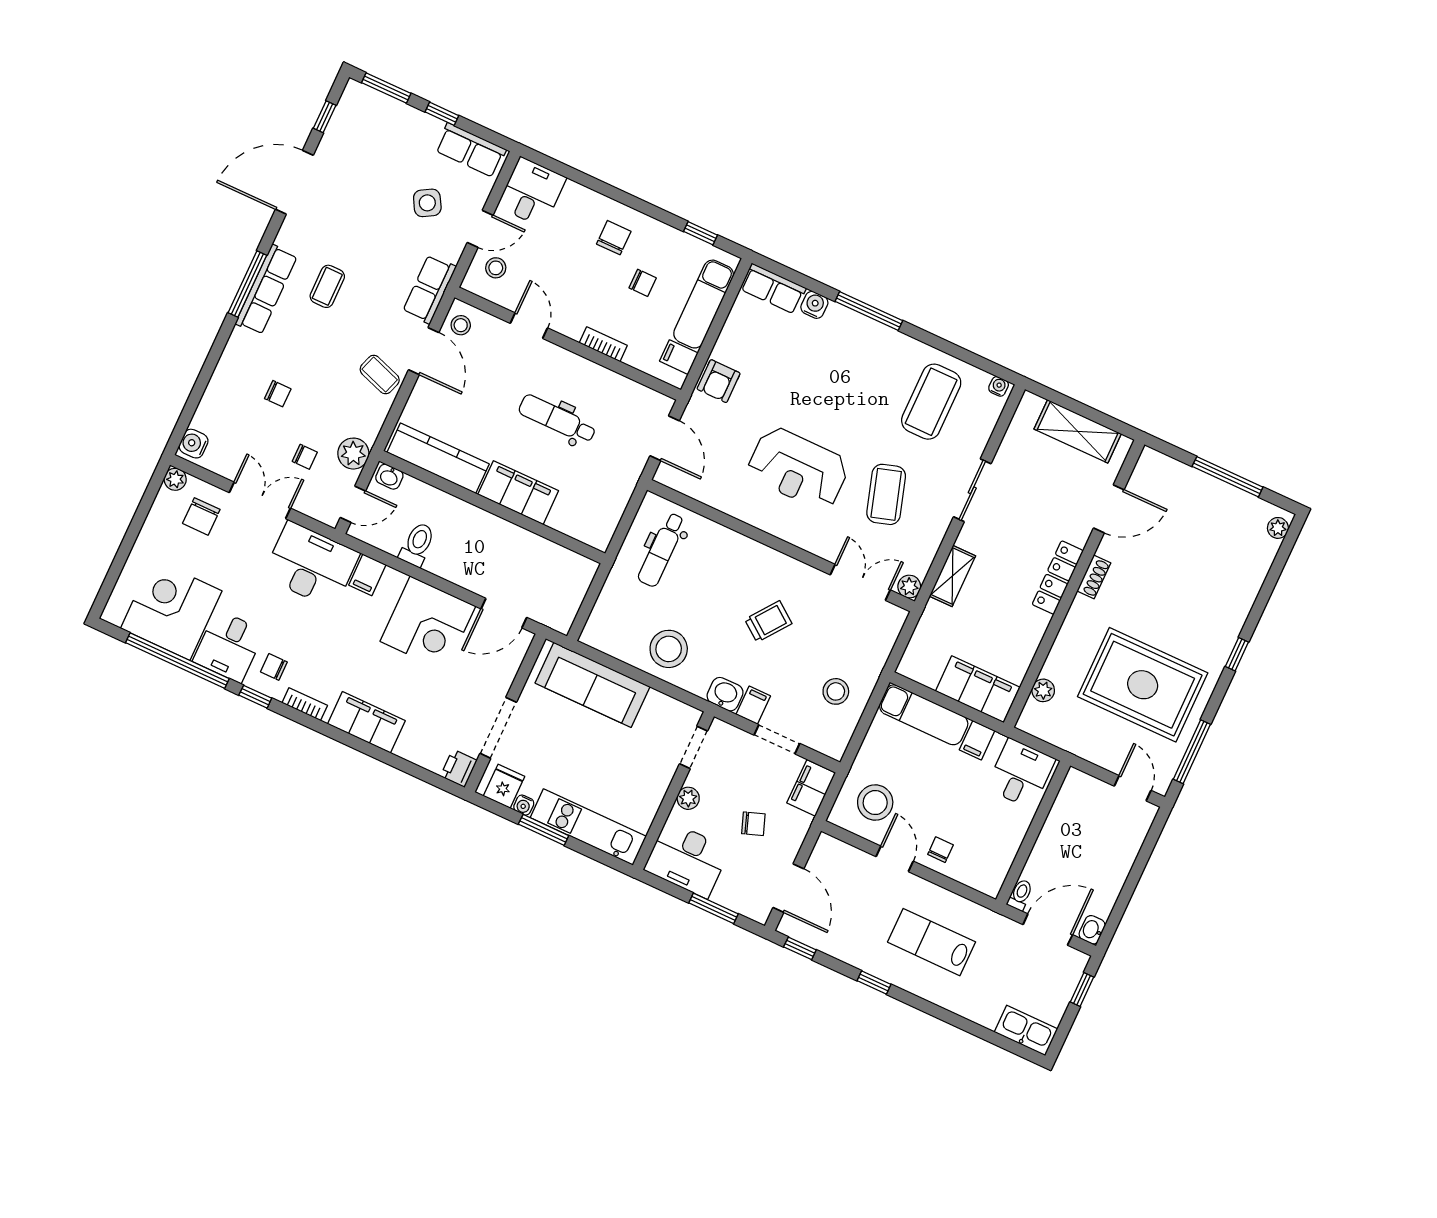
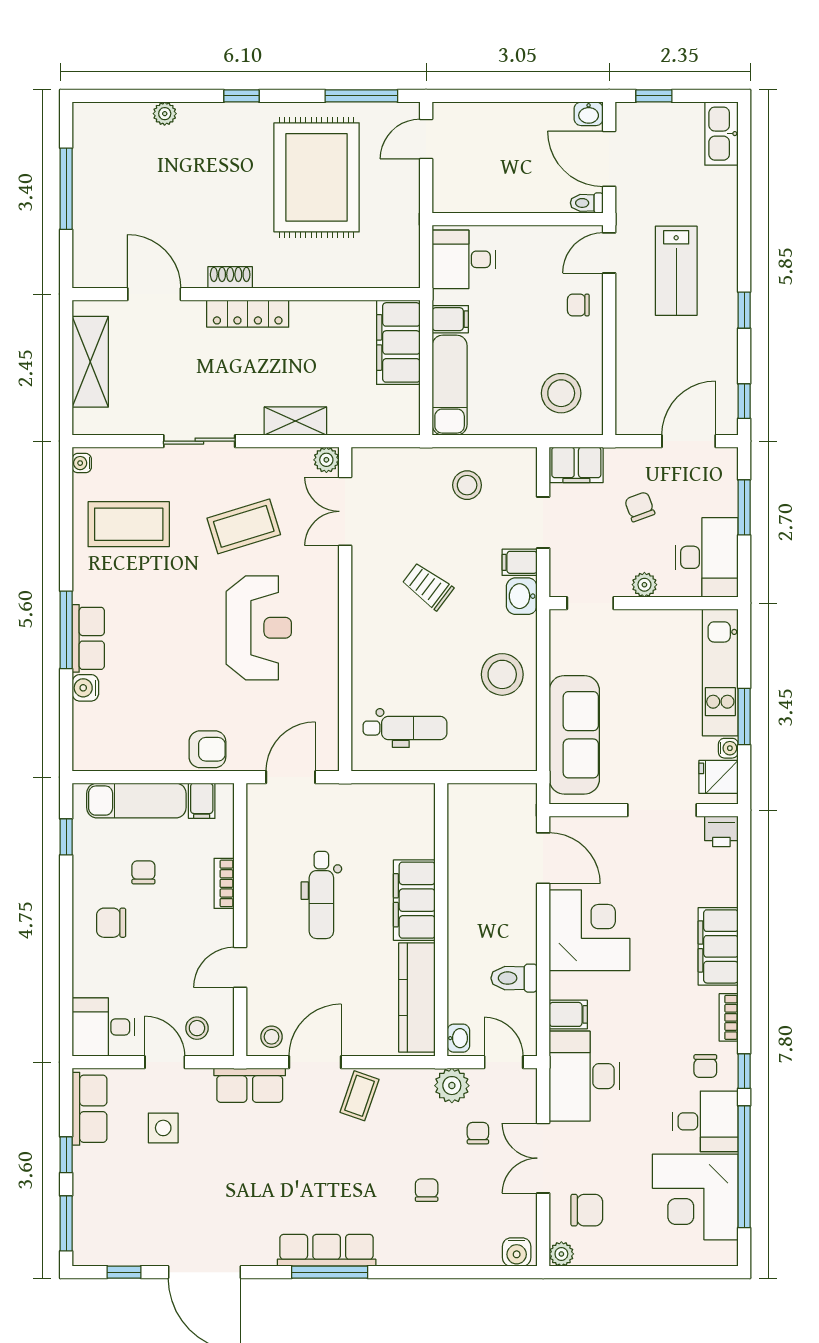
side table: (427, 203) -> (163, 1128), turned 30
coffee table: (327, 286) -> (295, 1190), removed
row of seats: (773, 289) -> (88, 638), moved
plant: (1278, 528) -> (165, 114), moved
plant: (1043, 690) -> (369, 275), removed
door: (895, 859) -> (609, 253), moved

